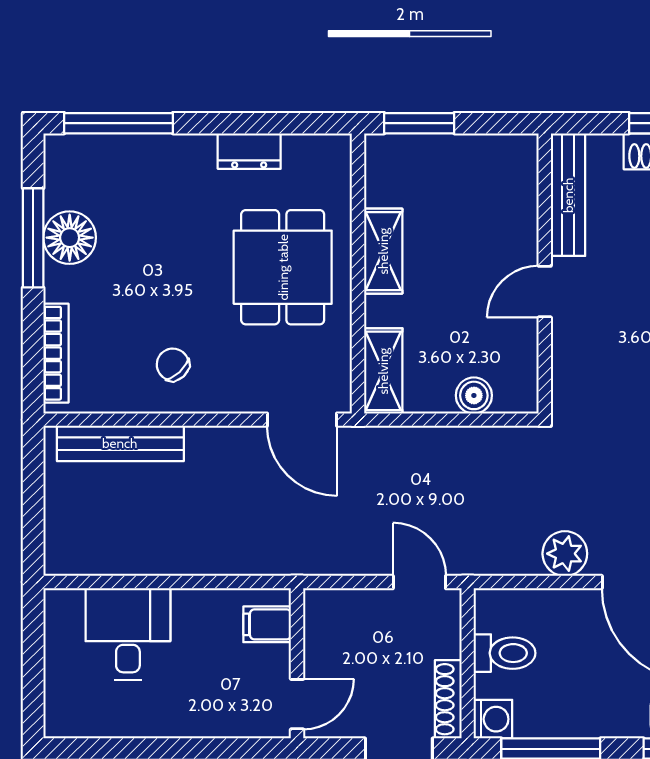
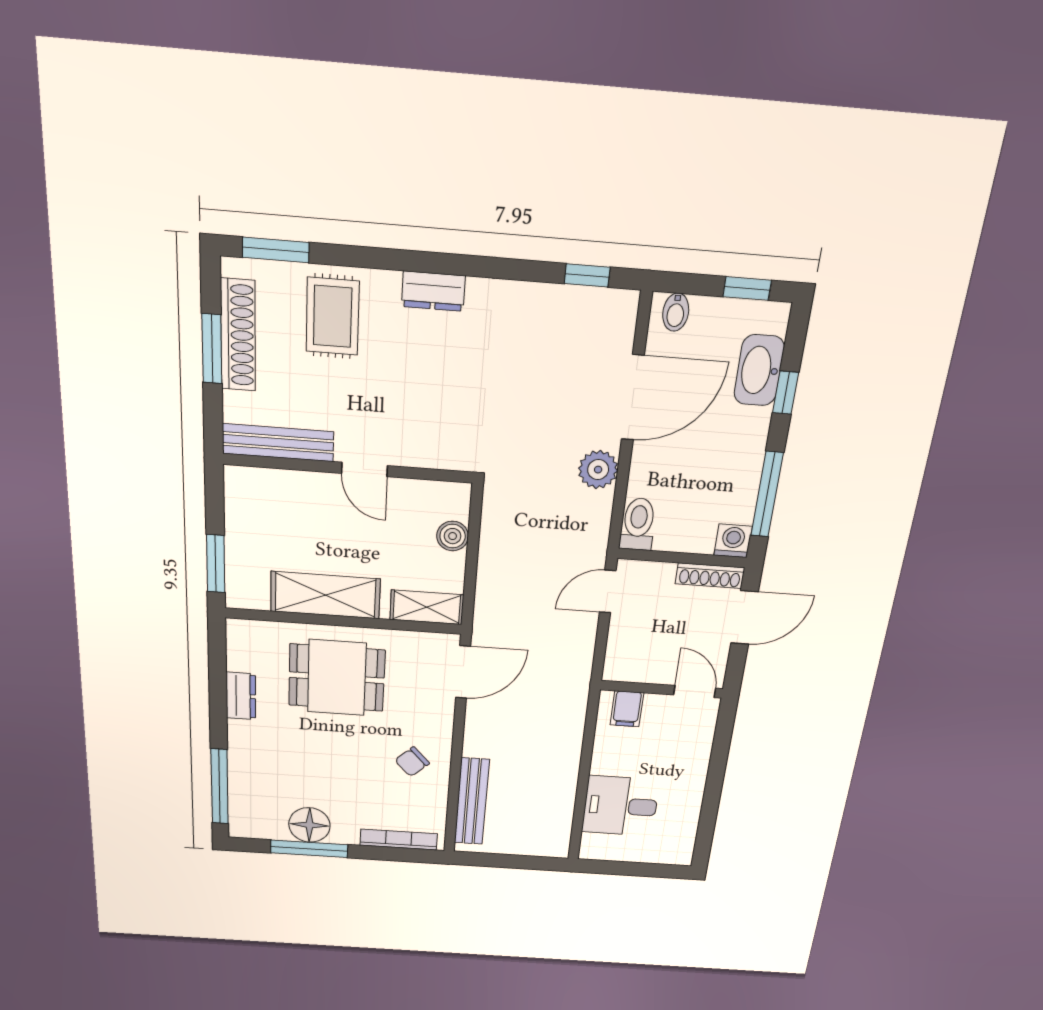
shelving: (383, 251) -> (325, 595), width x1.50, depth x1.33
toilet: (505, 653) -> (638, 524), moved

